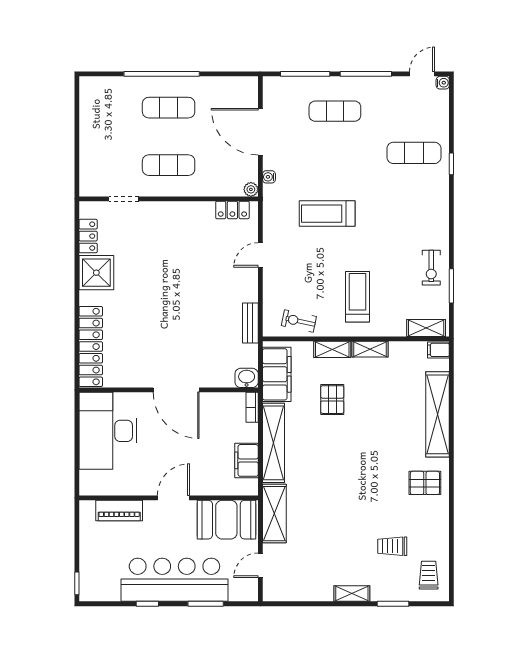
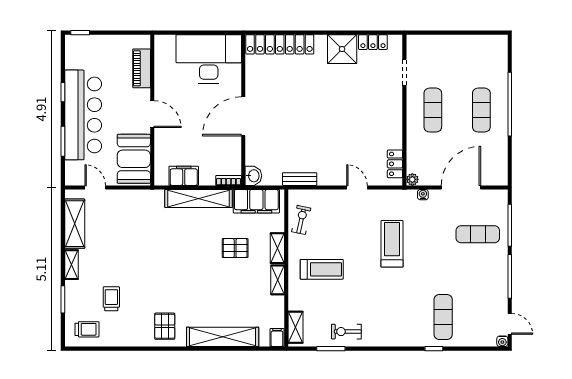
exercise mat: (335, 111) -> (478, 234), moved, turned 90
shelving: (274, 514) -> (75, 224), moved, turned 90

